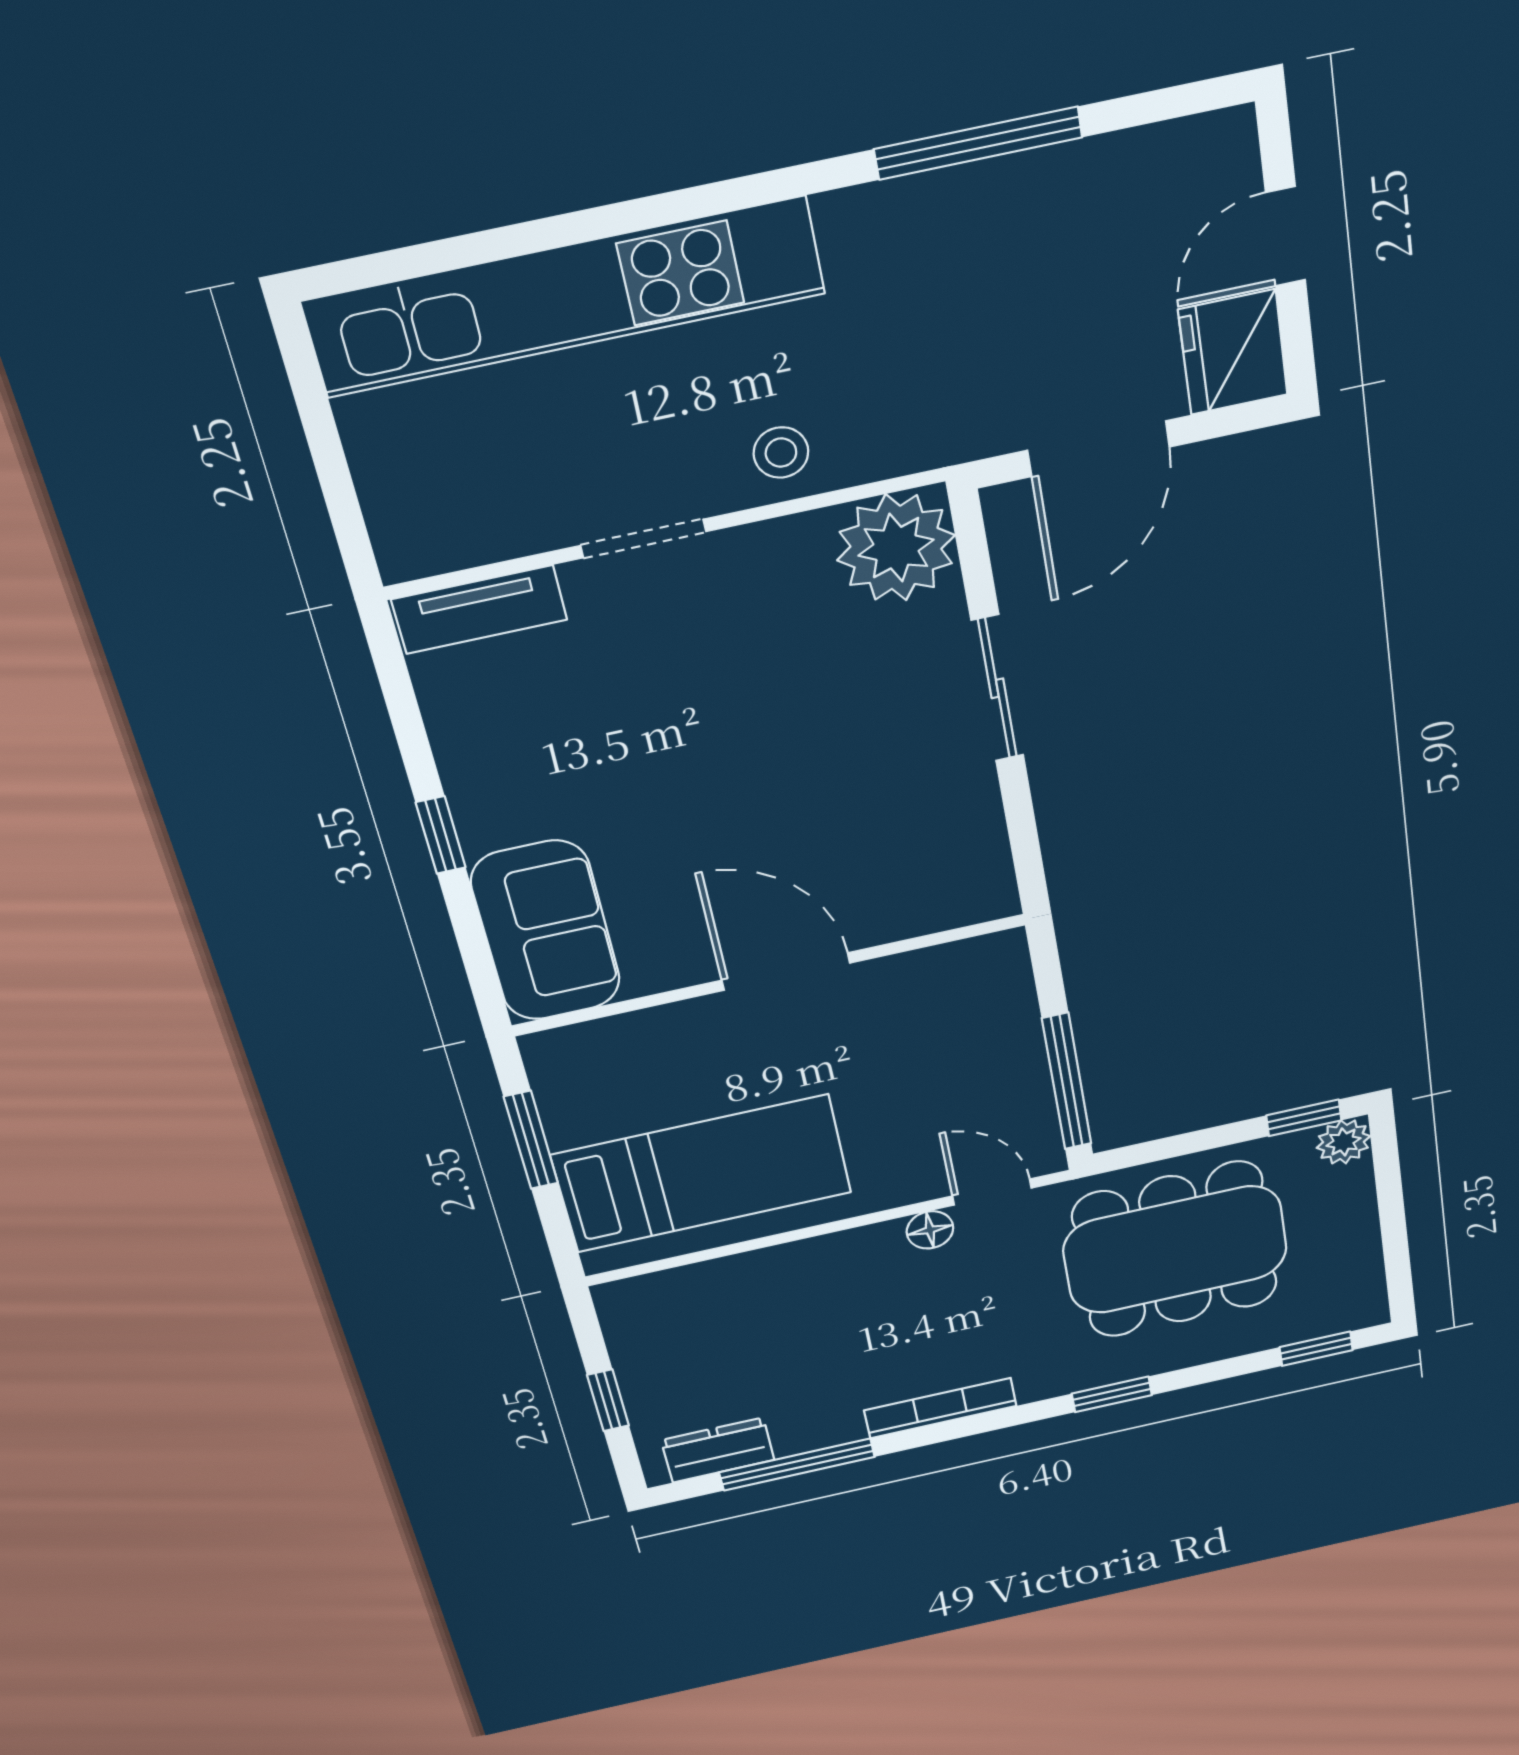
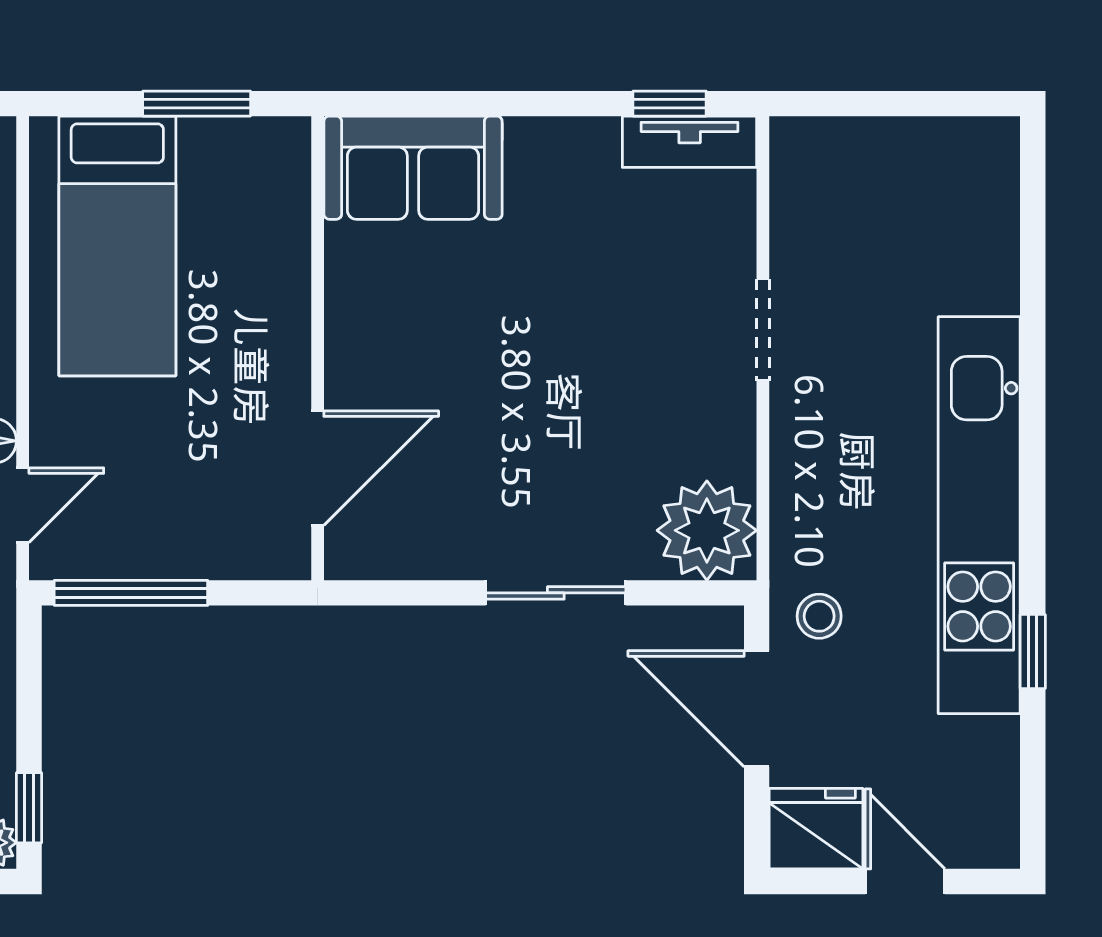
window: (978, 143) -> (1033, 651), width x0.46
kitchen unit: (565, 297) -> (979, 515), moved
stool: (781, 453) -> (819, 616), moved
tv unit: (479, 610) -> (690, 142), moved, turned -90
window: (441, 835) -> (670, 104), moved
door: (786, 972) -> (318, 468), moved

